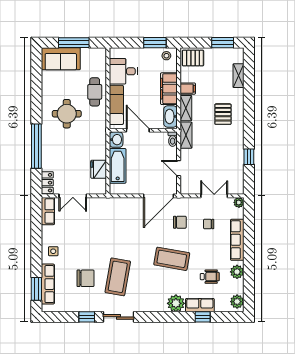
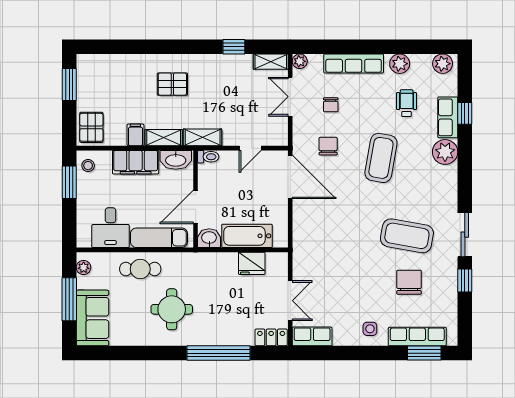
plant: (96, 53) -> (84, 267), added
shelving: (239, 76) -> (271, 62), moved

